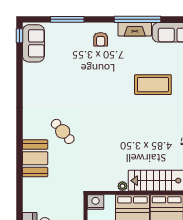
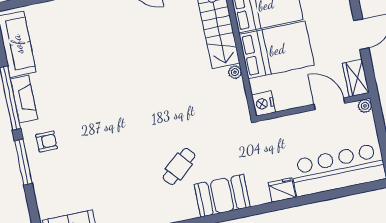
window: (67, 19) -> (23, 162), moved
coffee table: (153, 85) -> (92, 60), removed
fridge: (30, 202) -> (282, 190), added

